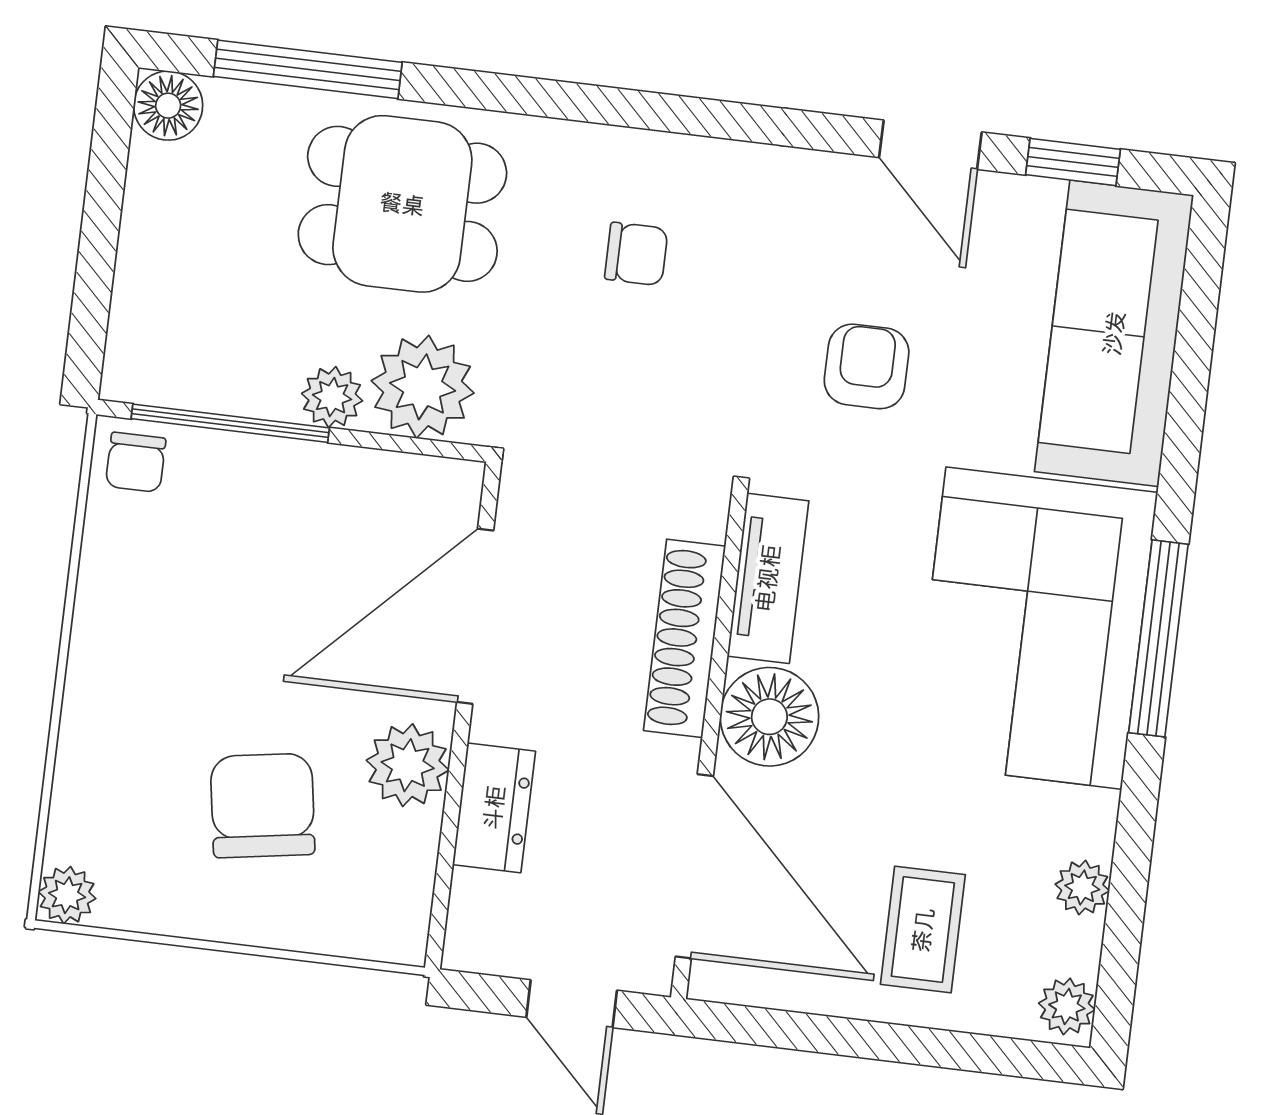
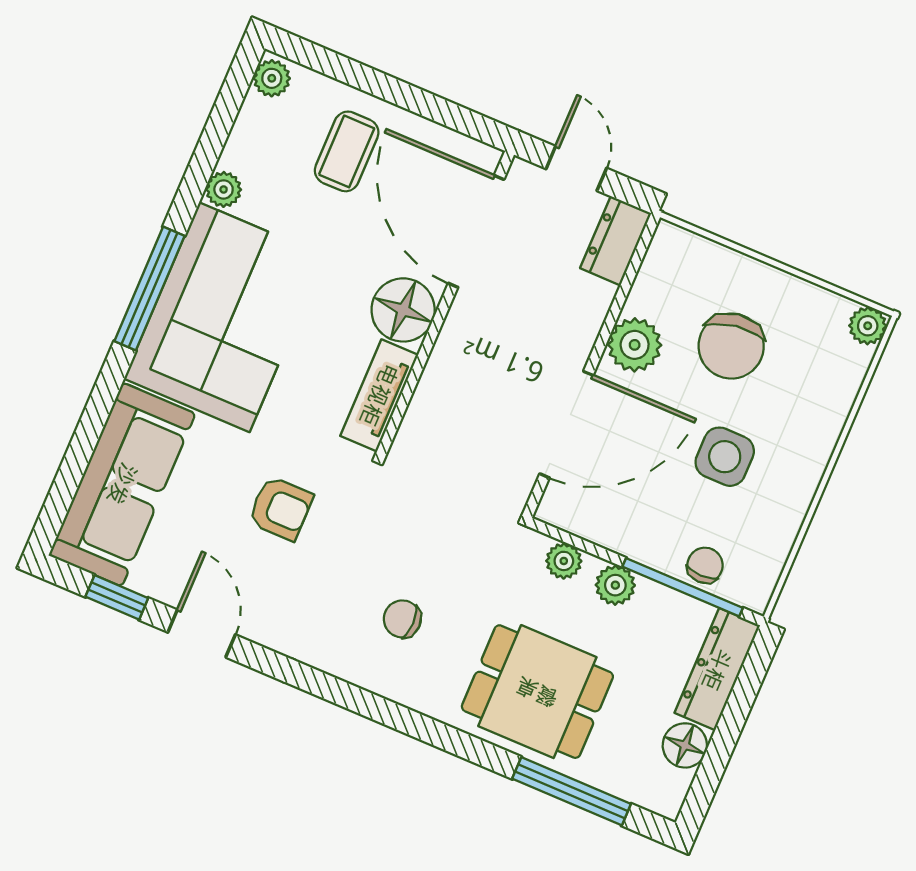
floor lamp: (168, 106) -> (685, 745), moved
dresser: (143, 316) -> (717, 669), added
armchair: (867, 366) -> (281, 508), turned -90
plant: (423, 387) -> (564, 561), width x0.53, depth x0.53
chair: (136, 462) -> (705, 565), moved
side table: (224, 637) -> (725, 457), added
shoe rack: (685, 638) -> (441, 373), removed
dresser: (494, 808) -> (616, 241), moved
plant: (1082, 887) -> (224, 189), moved

